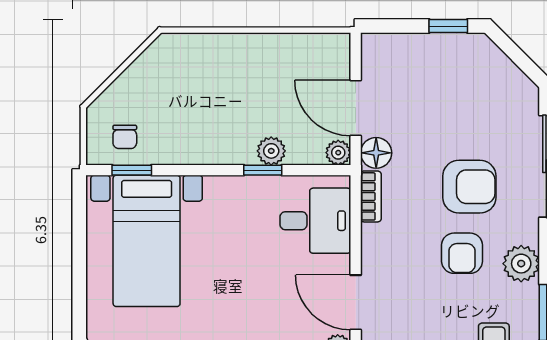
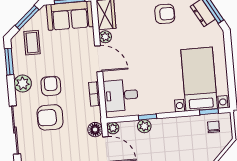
bookcase: (371, 196) -> (95, 94), moved

